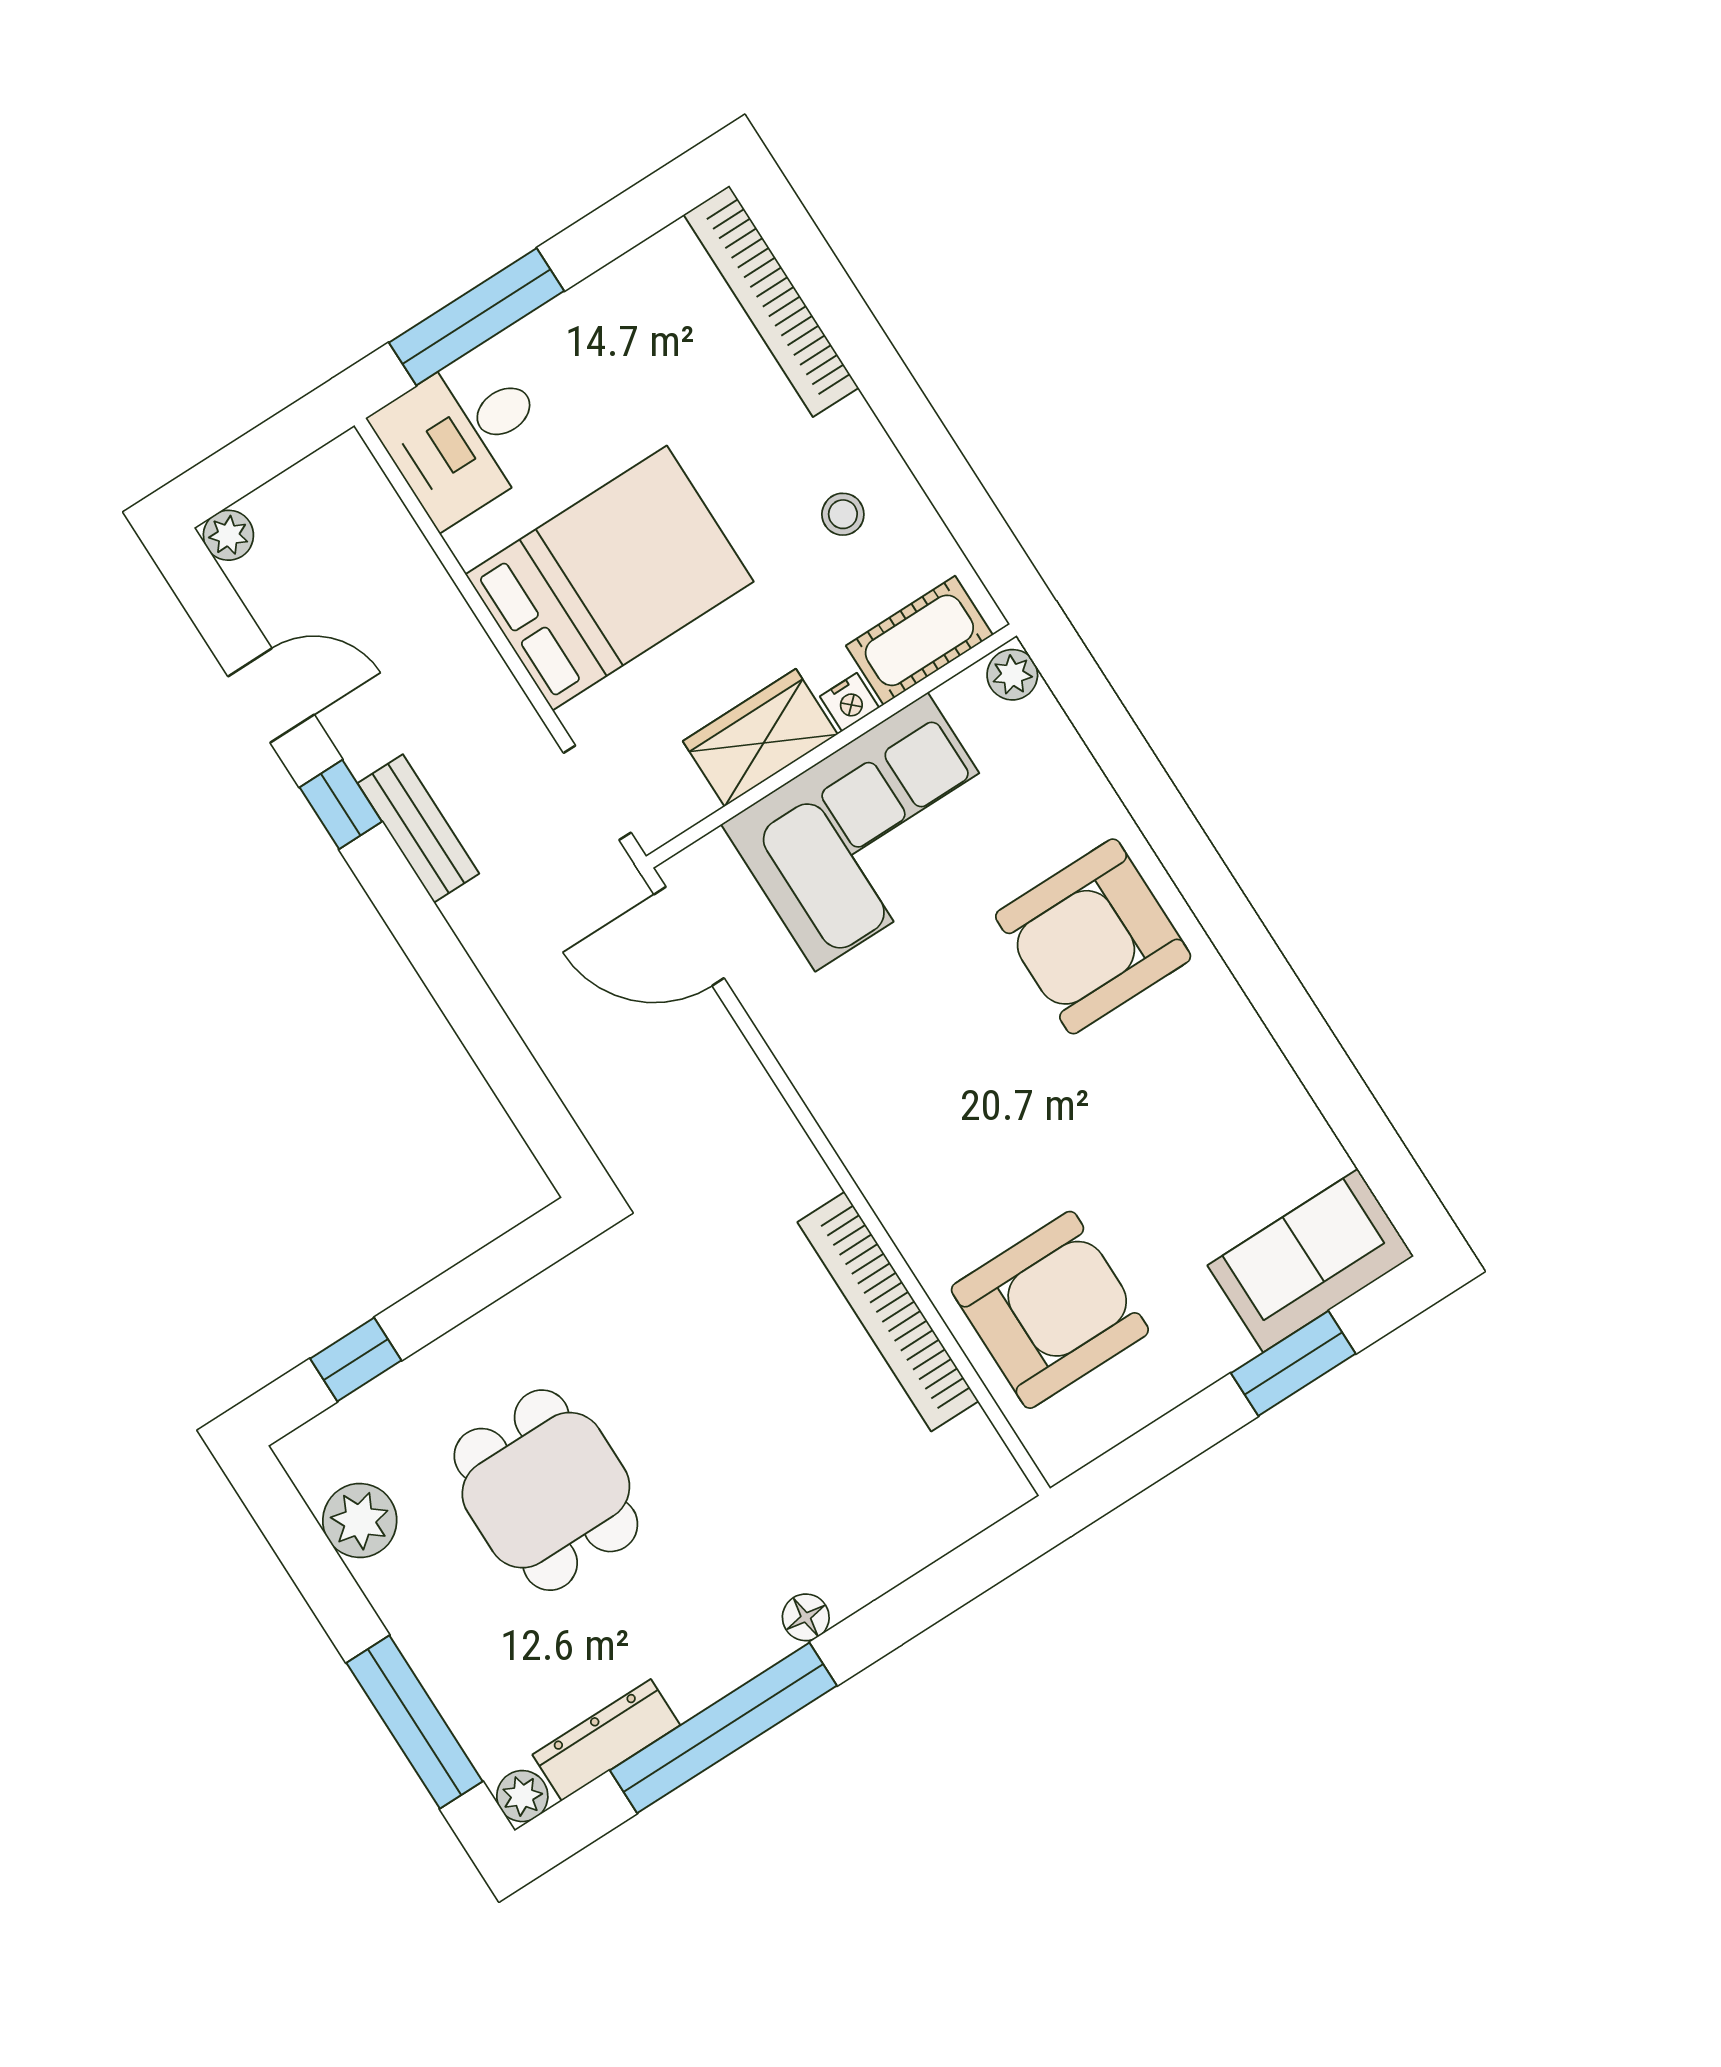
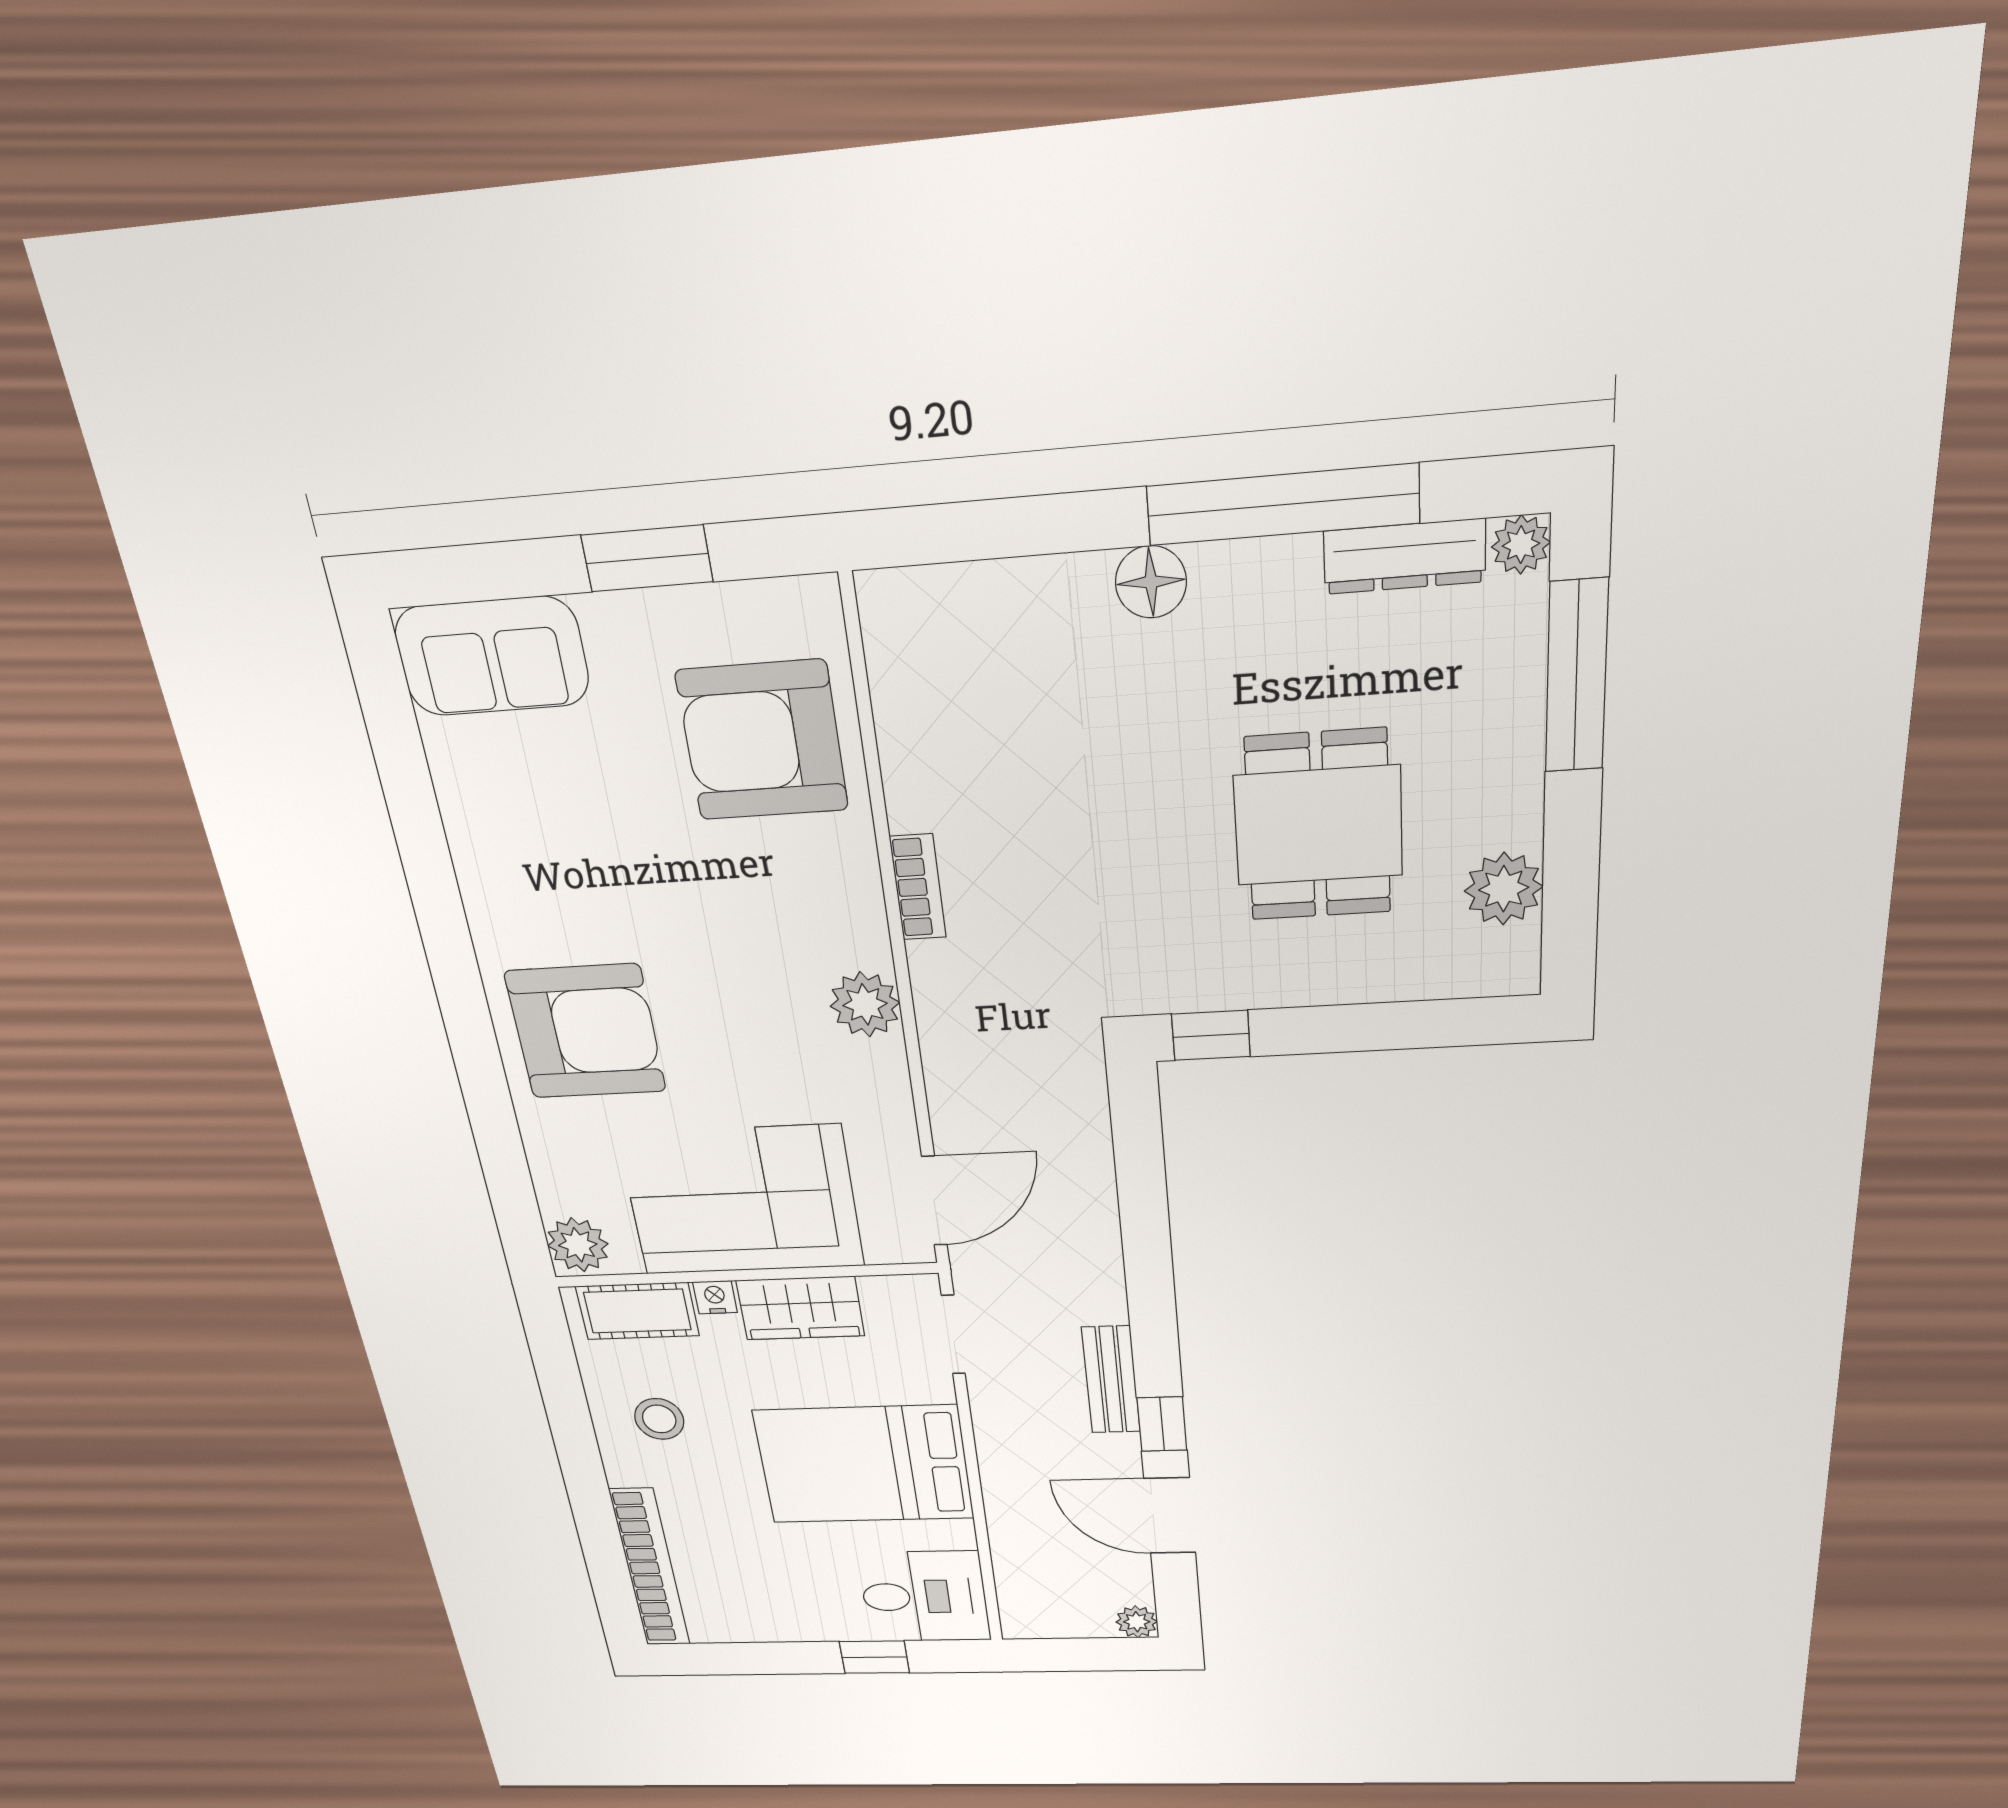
window: (477, 317) -> (874, 1657), width x0.46
stool: (843, 514) -> (659, 1419), width x1.37, depth x1.37
plant: (1012, 675) -> (578, 1245), width x1.38, depth x1.38
door: (271, 696) -> (1170, 1516), width x1.37
door: (689, 936) -> (934, 1201), hinge flipped
plant: (849, 1108) -> (865, 1004), added
bookcase: (888, 1312) -> (918, 887), width x0.43, depth x0.76
window: (356, 1360) -> (1211, 1035), moved
window: (1293, 1363) -> (647, 558), moved
floor lamp: (806, 1617) -> (1151, 582), width x1.37, depth x1.37

